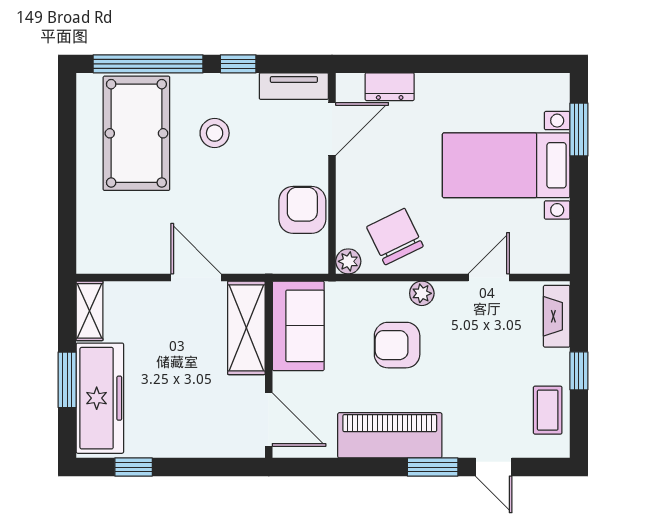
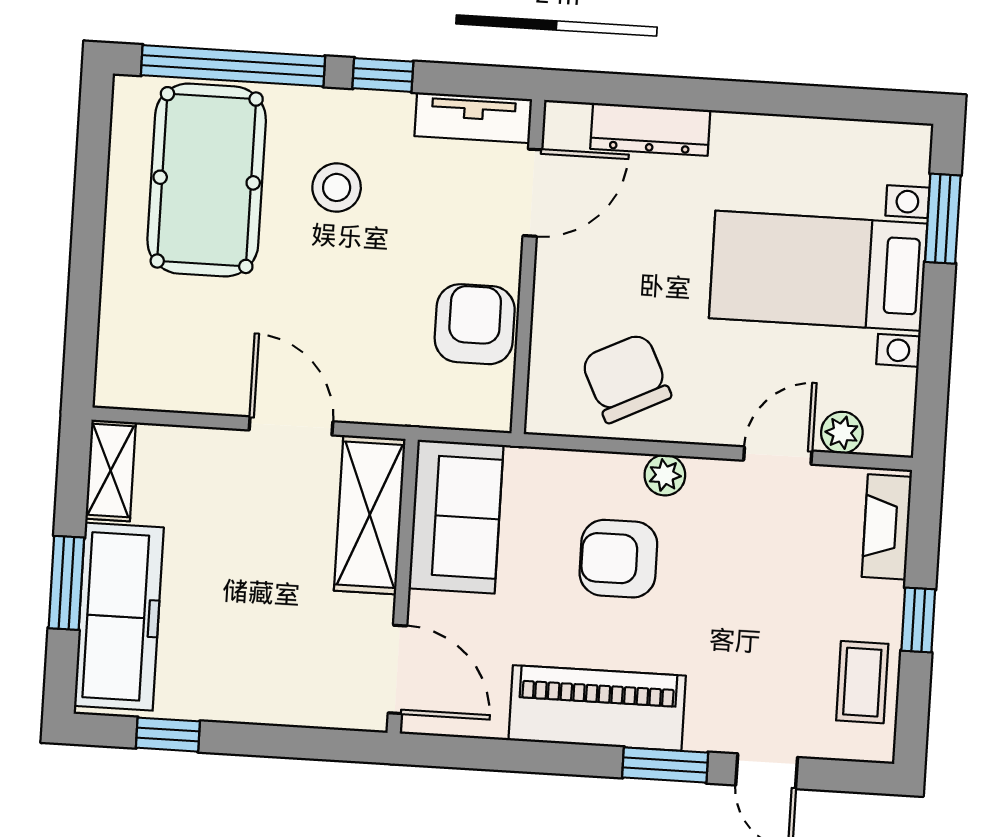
dresser: (390, 87) -> (650, 129), width x1.44
plant: (348, 261) -> (842, 433), moved

